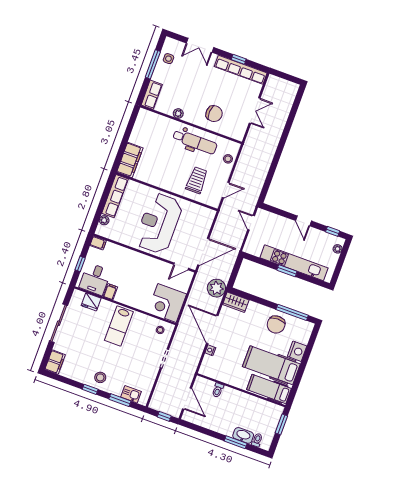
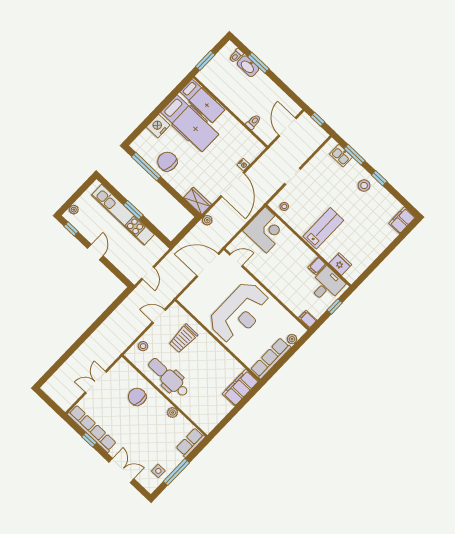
plant: (216, 288) -> (207, 220), width x0.53, depth x0.53
sliding door: (59, 323) -> (382, 257), removed
chair: (276, 324) -> (167, 162), turned -84

